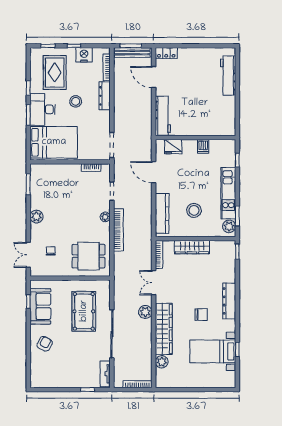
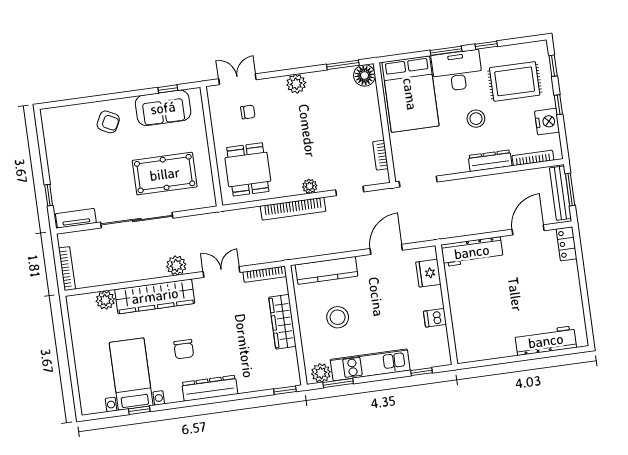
floor lamp: (37, 171) -> (364, 75), added

